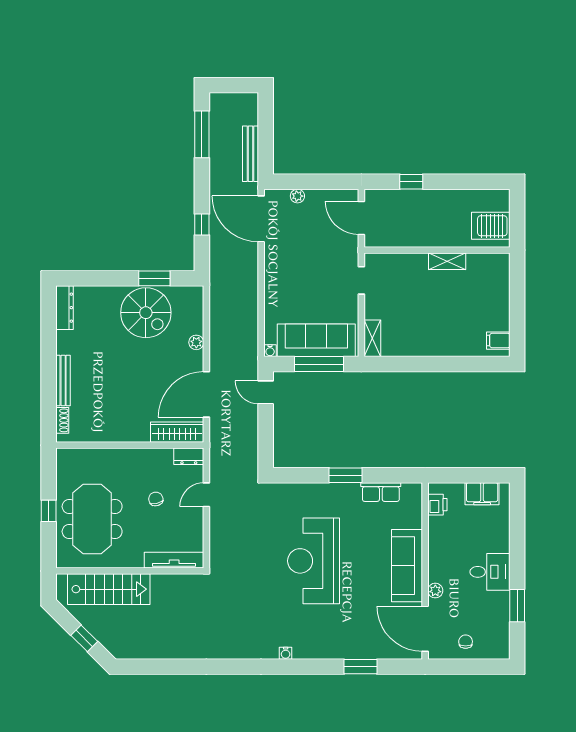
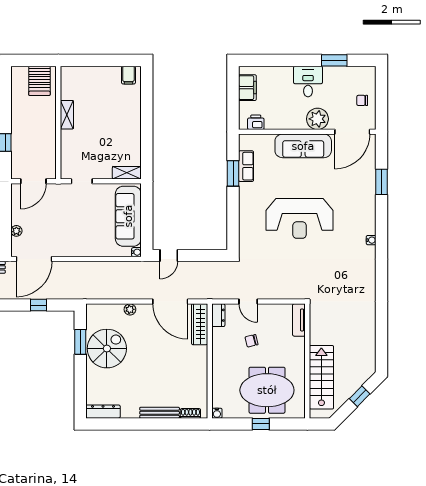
window: (319, 364) -> (147, 214), removed
water cooler: (63, 454) -> (217, 413), added
window: (345, 475) -> (233, 173), moved
tv unit: (174, 560) -> (299, 320), width x0.71
plant: (435, 591) -> (317, 119), width x1.87, depth x1.87

